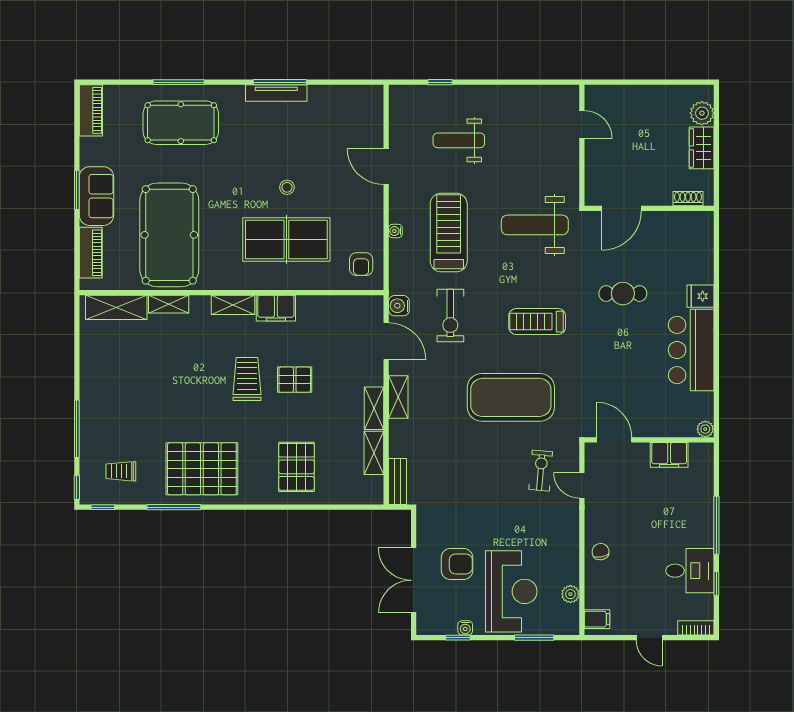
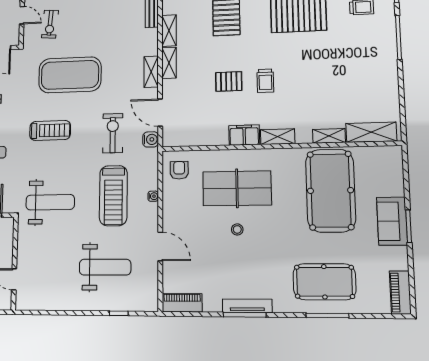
weight bench: (459, 140) -> (105, 267), width x1.36, depth x1.33
piano: (91, 253) -> (182, 303), moved, turned 90
trolley: (247, 379) -> (265, 81), width x0.73, depth x0.72

